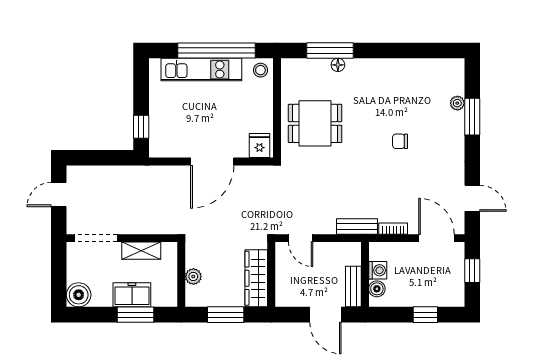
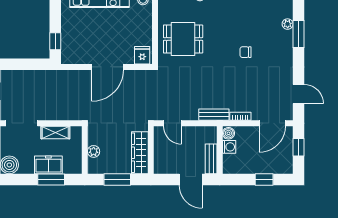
door: (436, 238) -> (272, 123), swing flipped
boiler: (377, 289) -> (228, 133), moved

